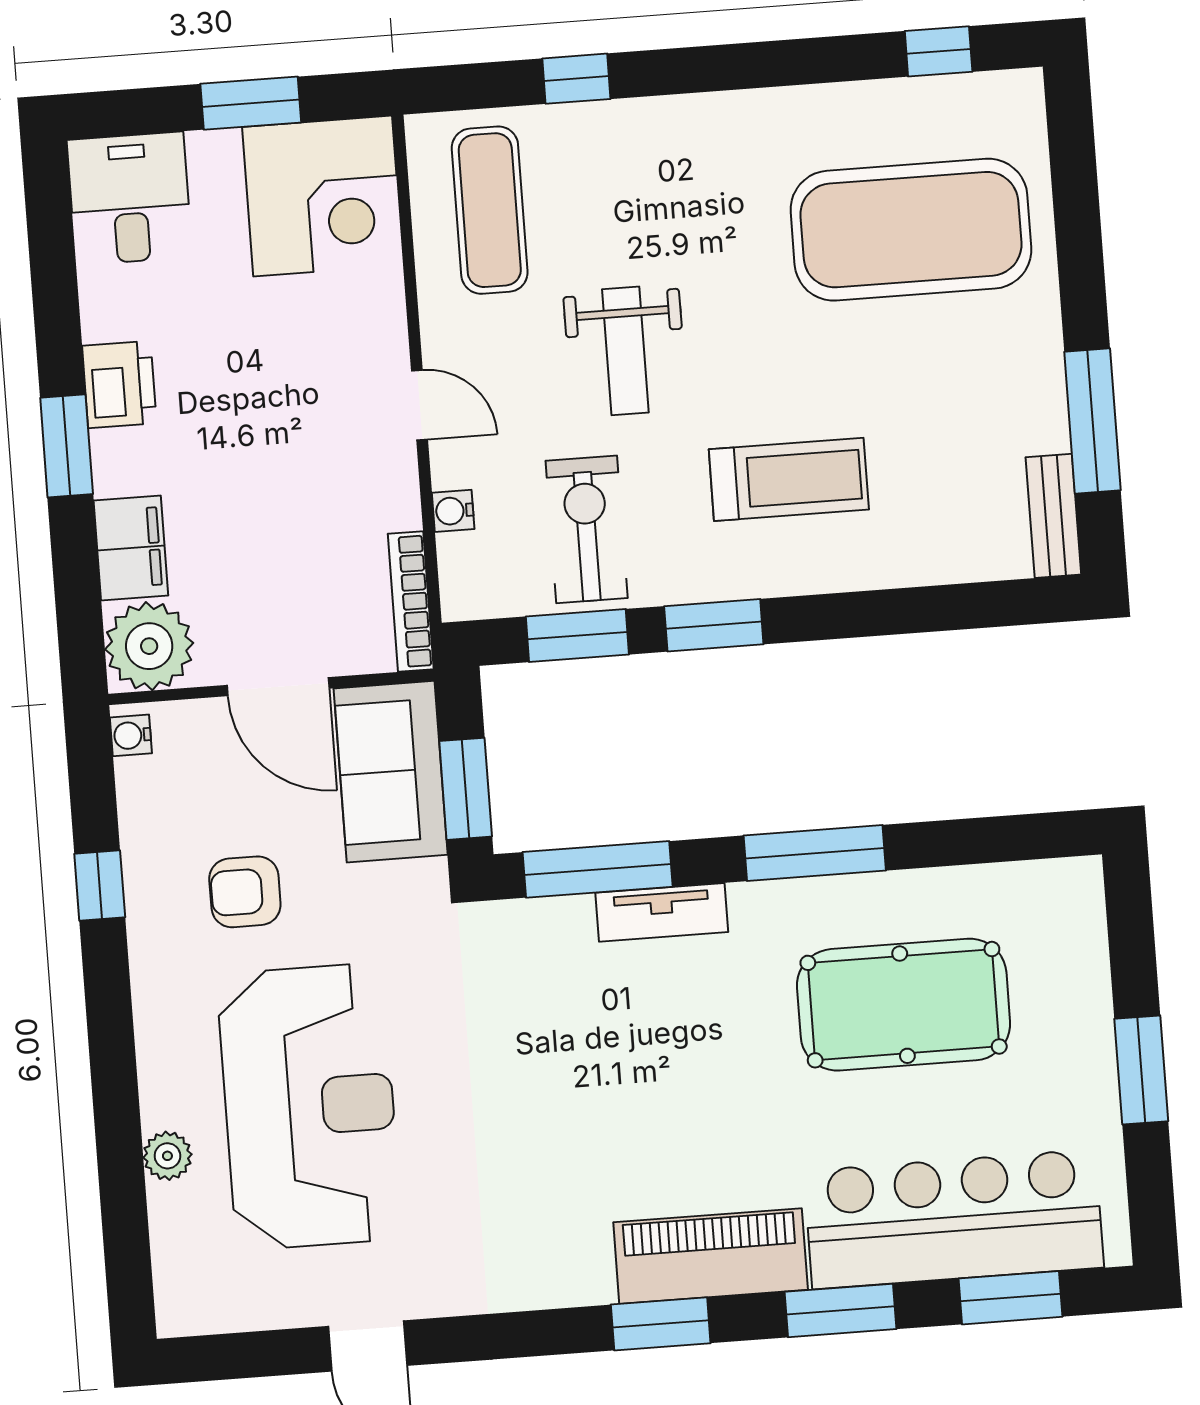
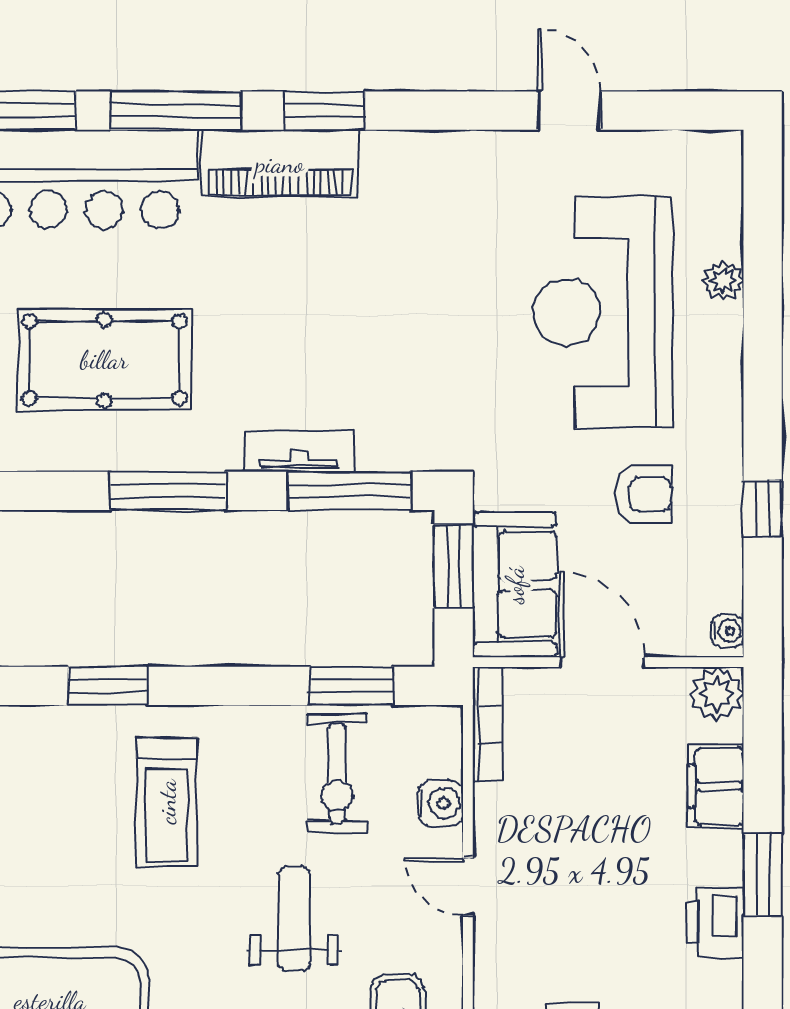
treadmill: (789, 479) -> (167, 802), turned -90
water cooler: (453, 511) -> (440, 803), width x1.38, depth x1.38
window: (714, 625) -> (108, 686), moved
plant: (149, 646) -> (717, 694), width x0.73, depth x0.73
window: (841, 1310) -> (176, 111), width x1.44

